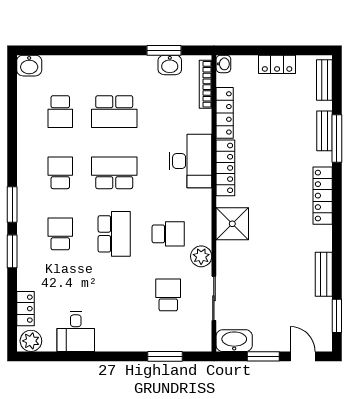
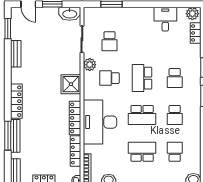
bench: (325, 131) -> (15, 136), width x1.36
desk: (191, 161) -> (100, 122), width x1.36, depth x1.30

